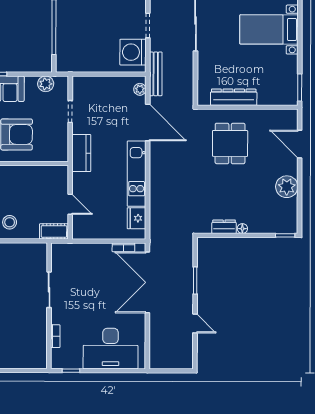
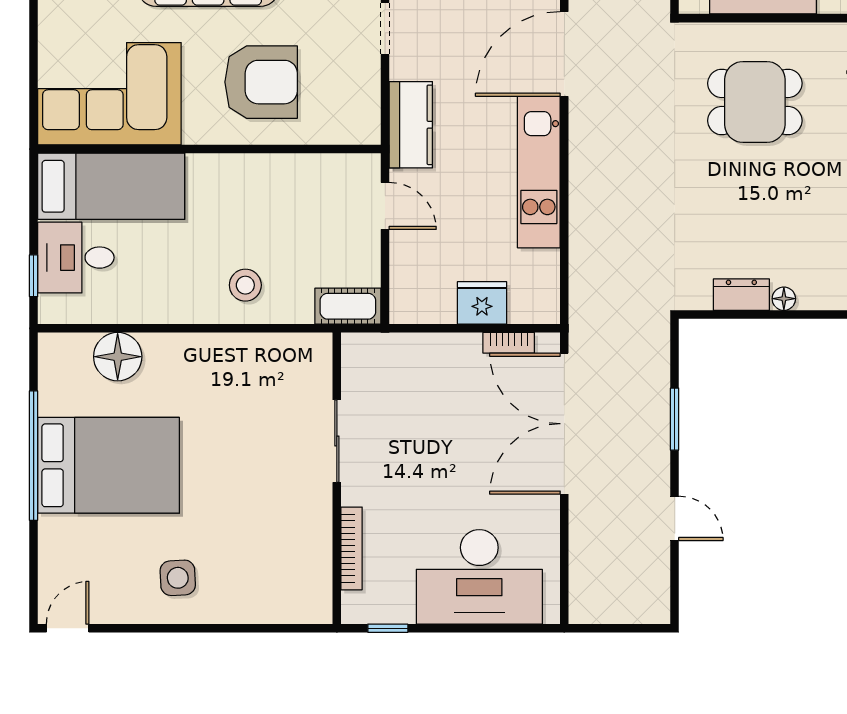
door: (148, 123) -> (564, 54), swing flipped
dining table: (230, 143) -> (755, 102), turned 90
door: (70, 204) -> (385, 206), moved
fridge: (137, 218) -> (482, 303), moved, turned 90
bookcase: (55, 336) -> (352, 548), width x1.56

